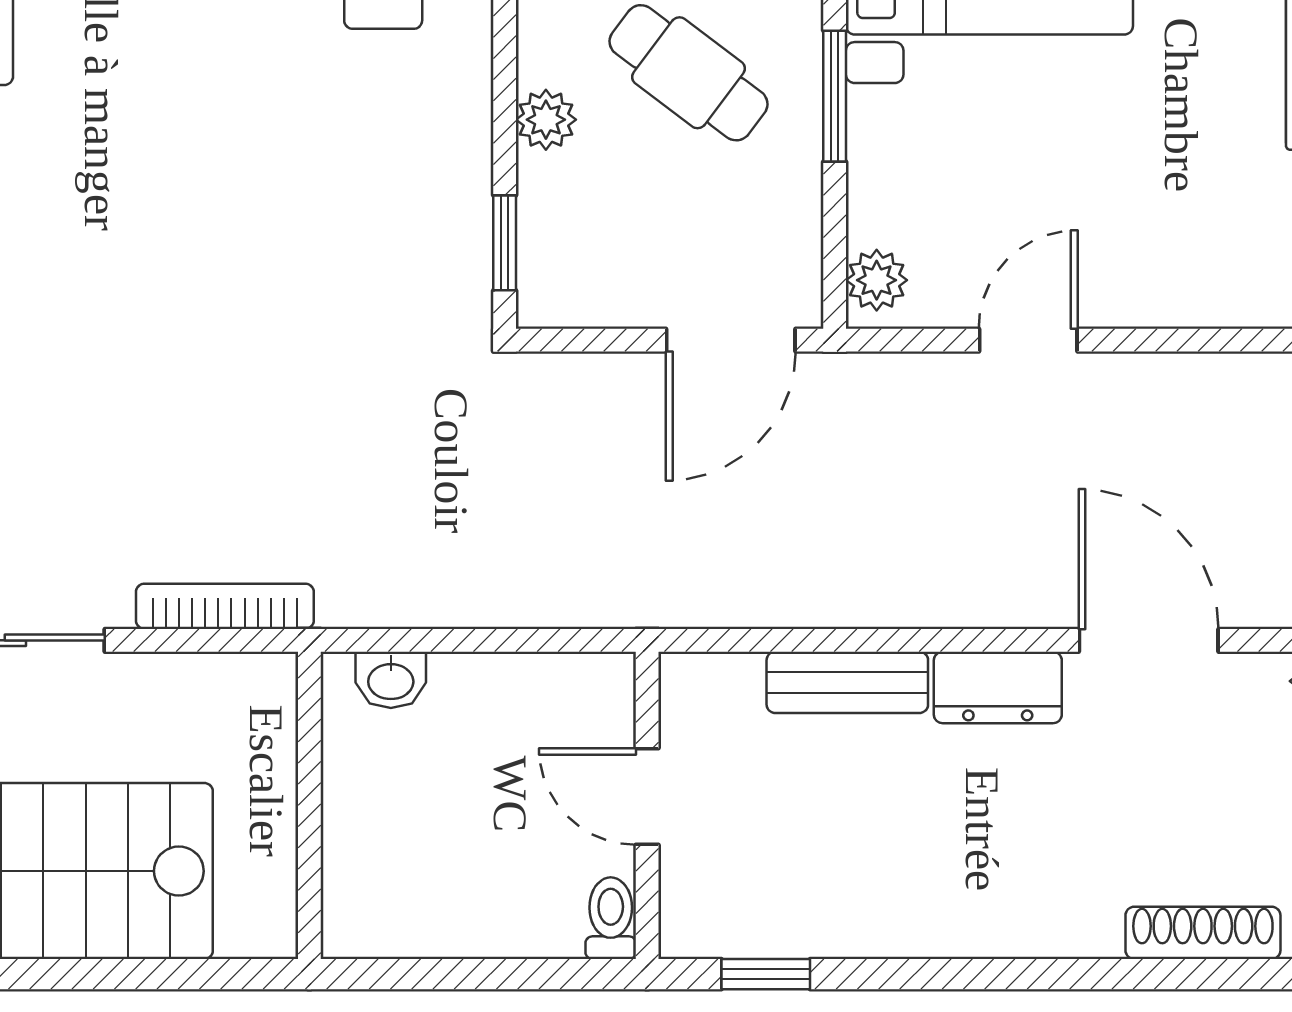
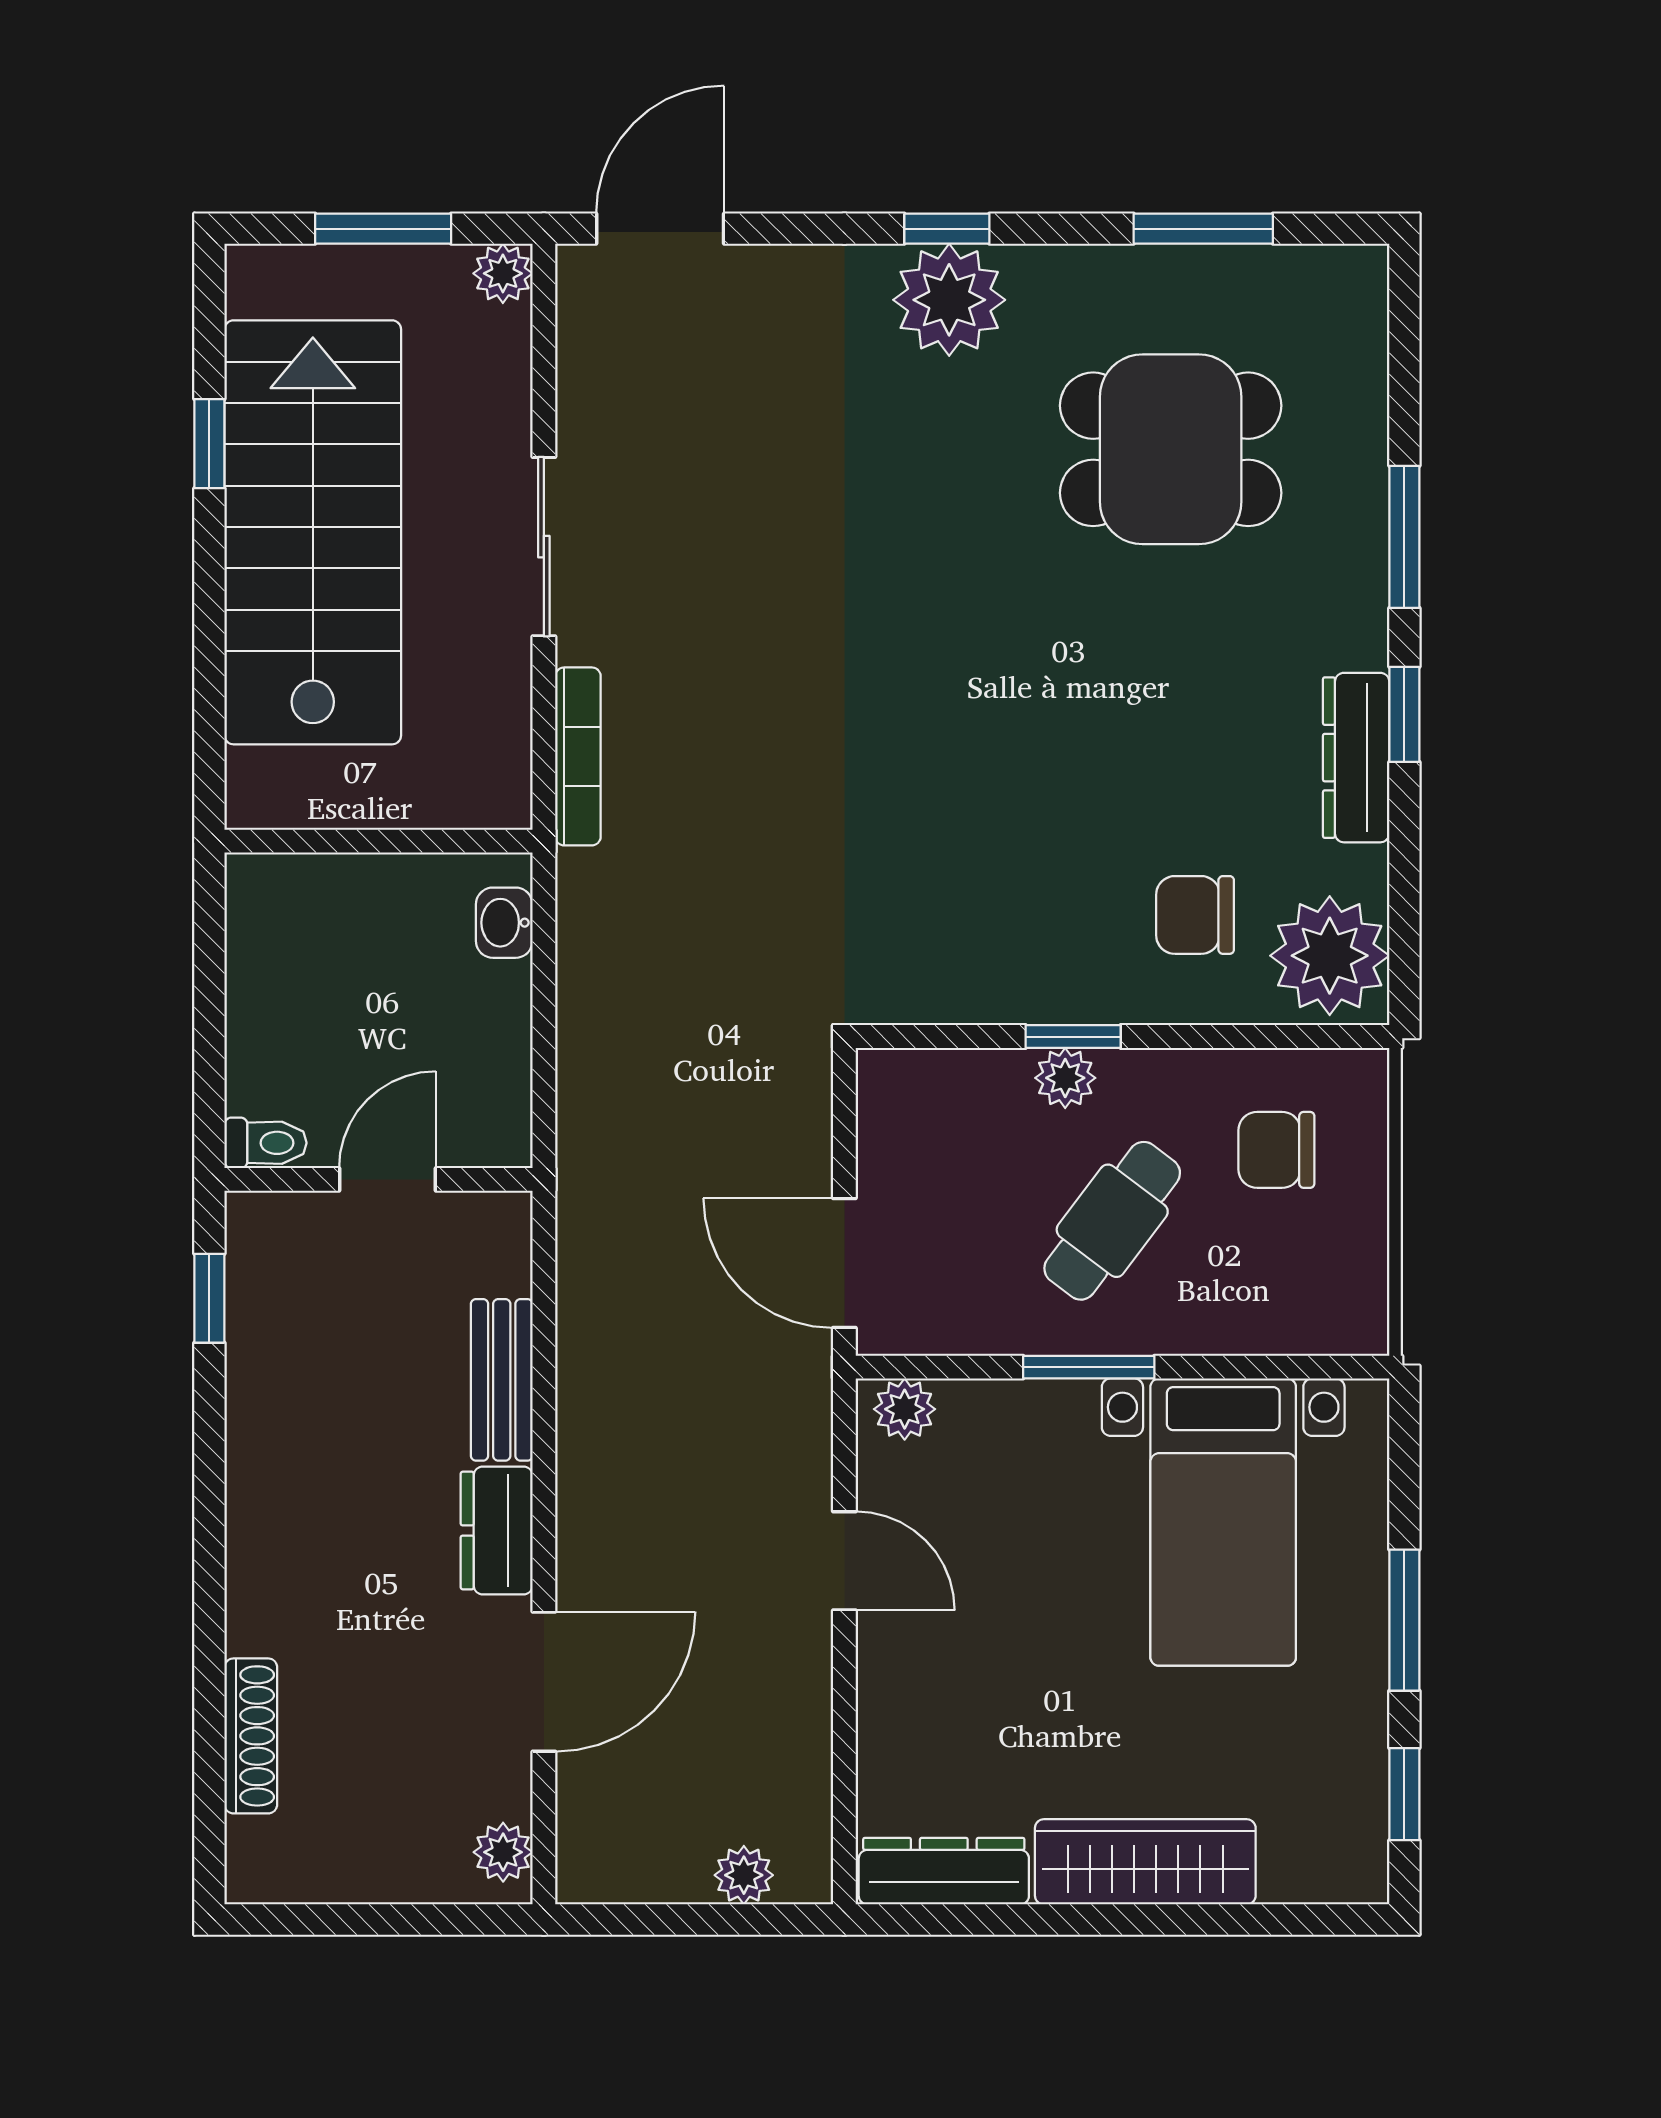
window: (505, 243) -> (1073, 1037), moved

